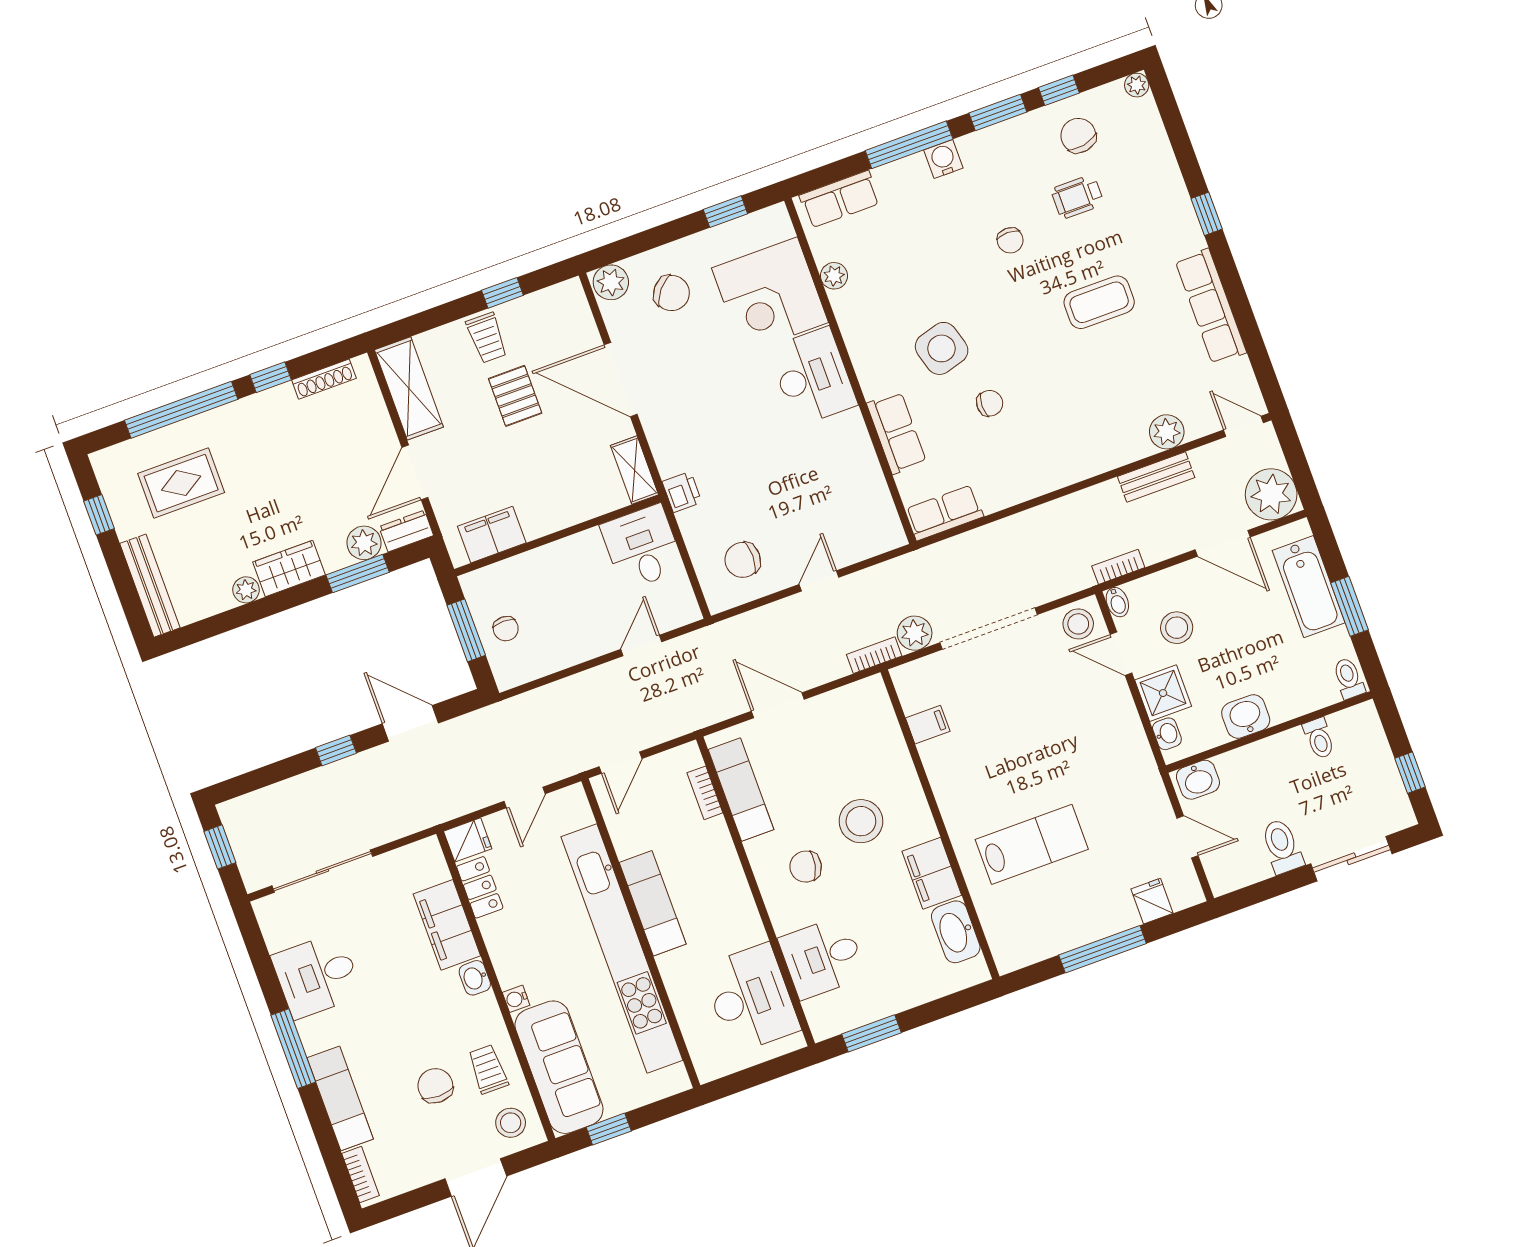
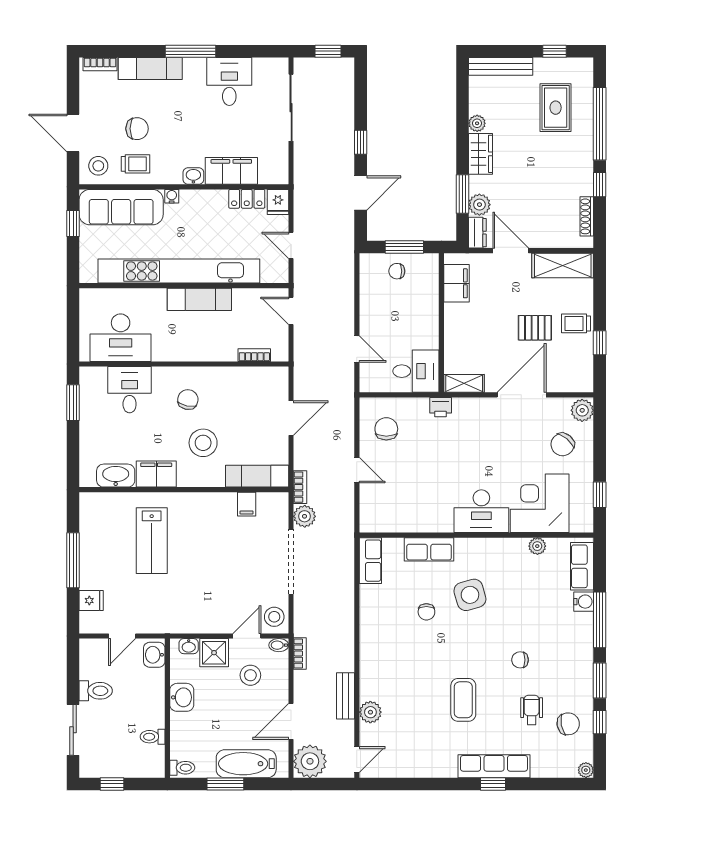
water cooler: (943, 159) -> (584, 602), moved
row of seats: (1211, 306) -> (494, 766), moved
exam couch: (741, 790) -> (257, 476), moved, turned 180

